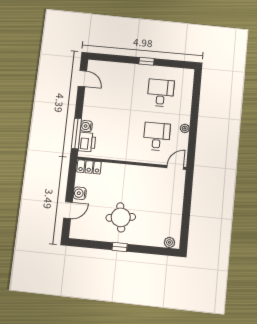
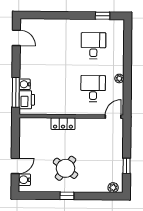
window: (147, 61) -> (103, 16), moved
locker: (89, 167) -> (63, 124), moved
water cooler: (80, 193) -> (24, 180), moved
round table: (121, 217) -> (65, 168), turned 45
window: (186, 220) -> (127, 166), added

